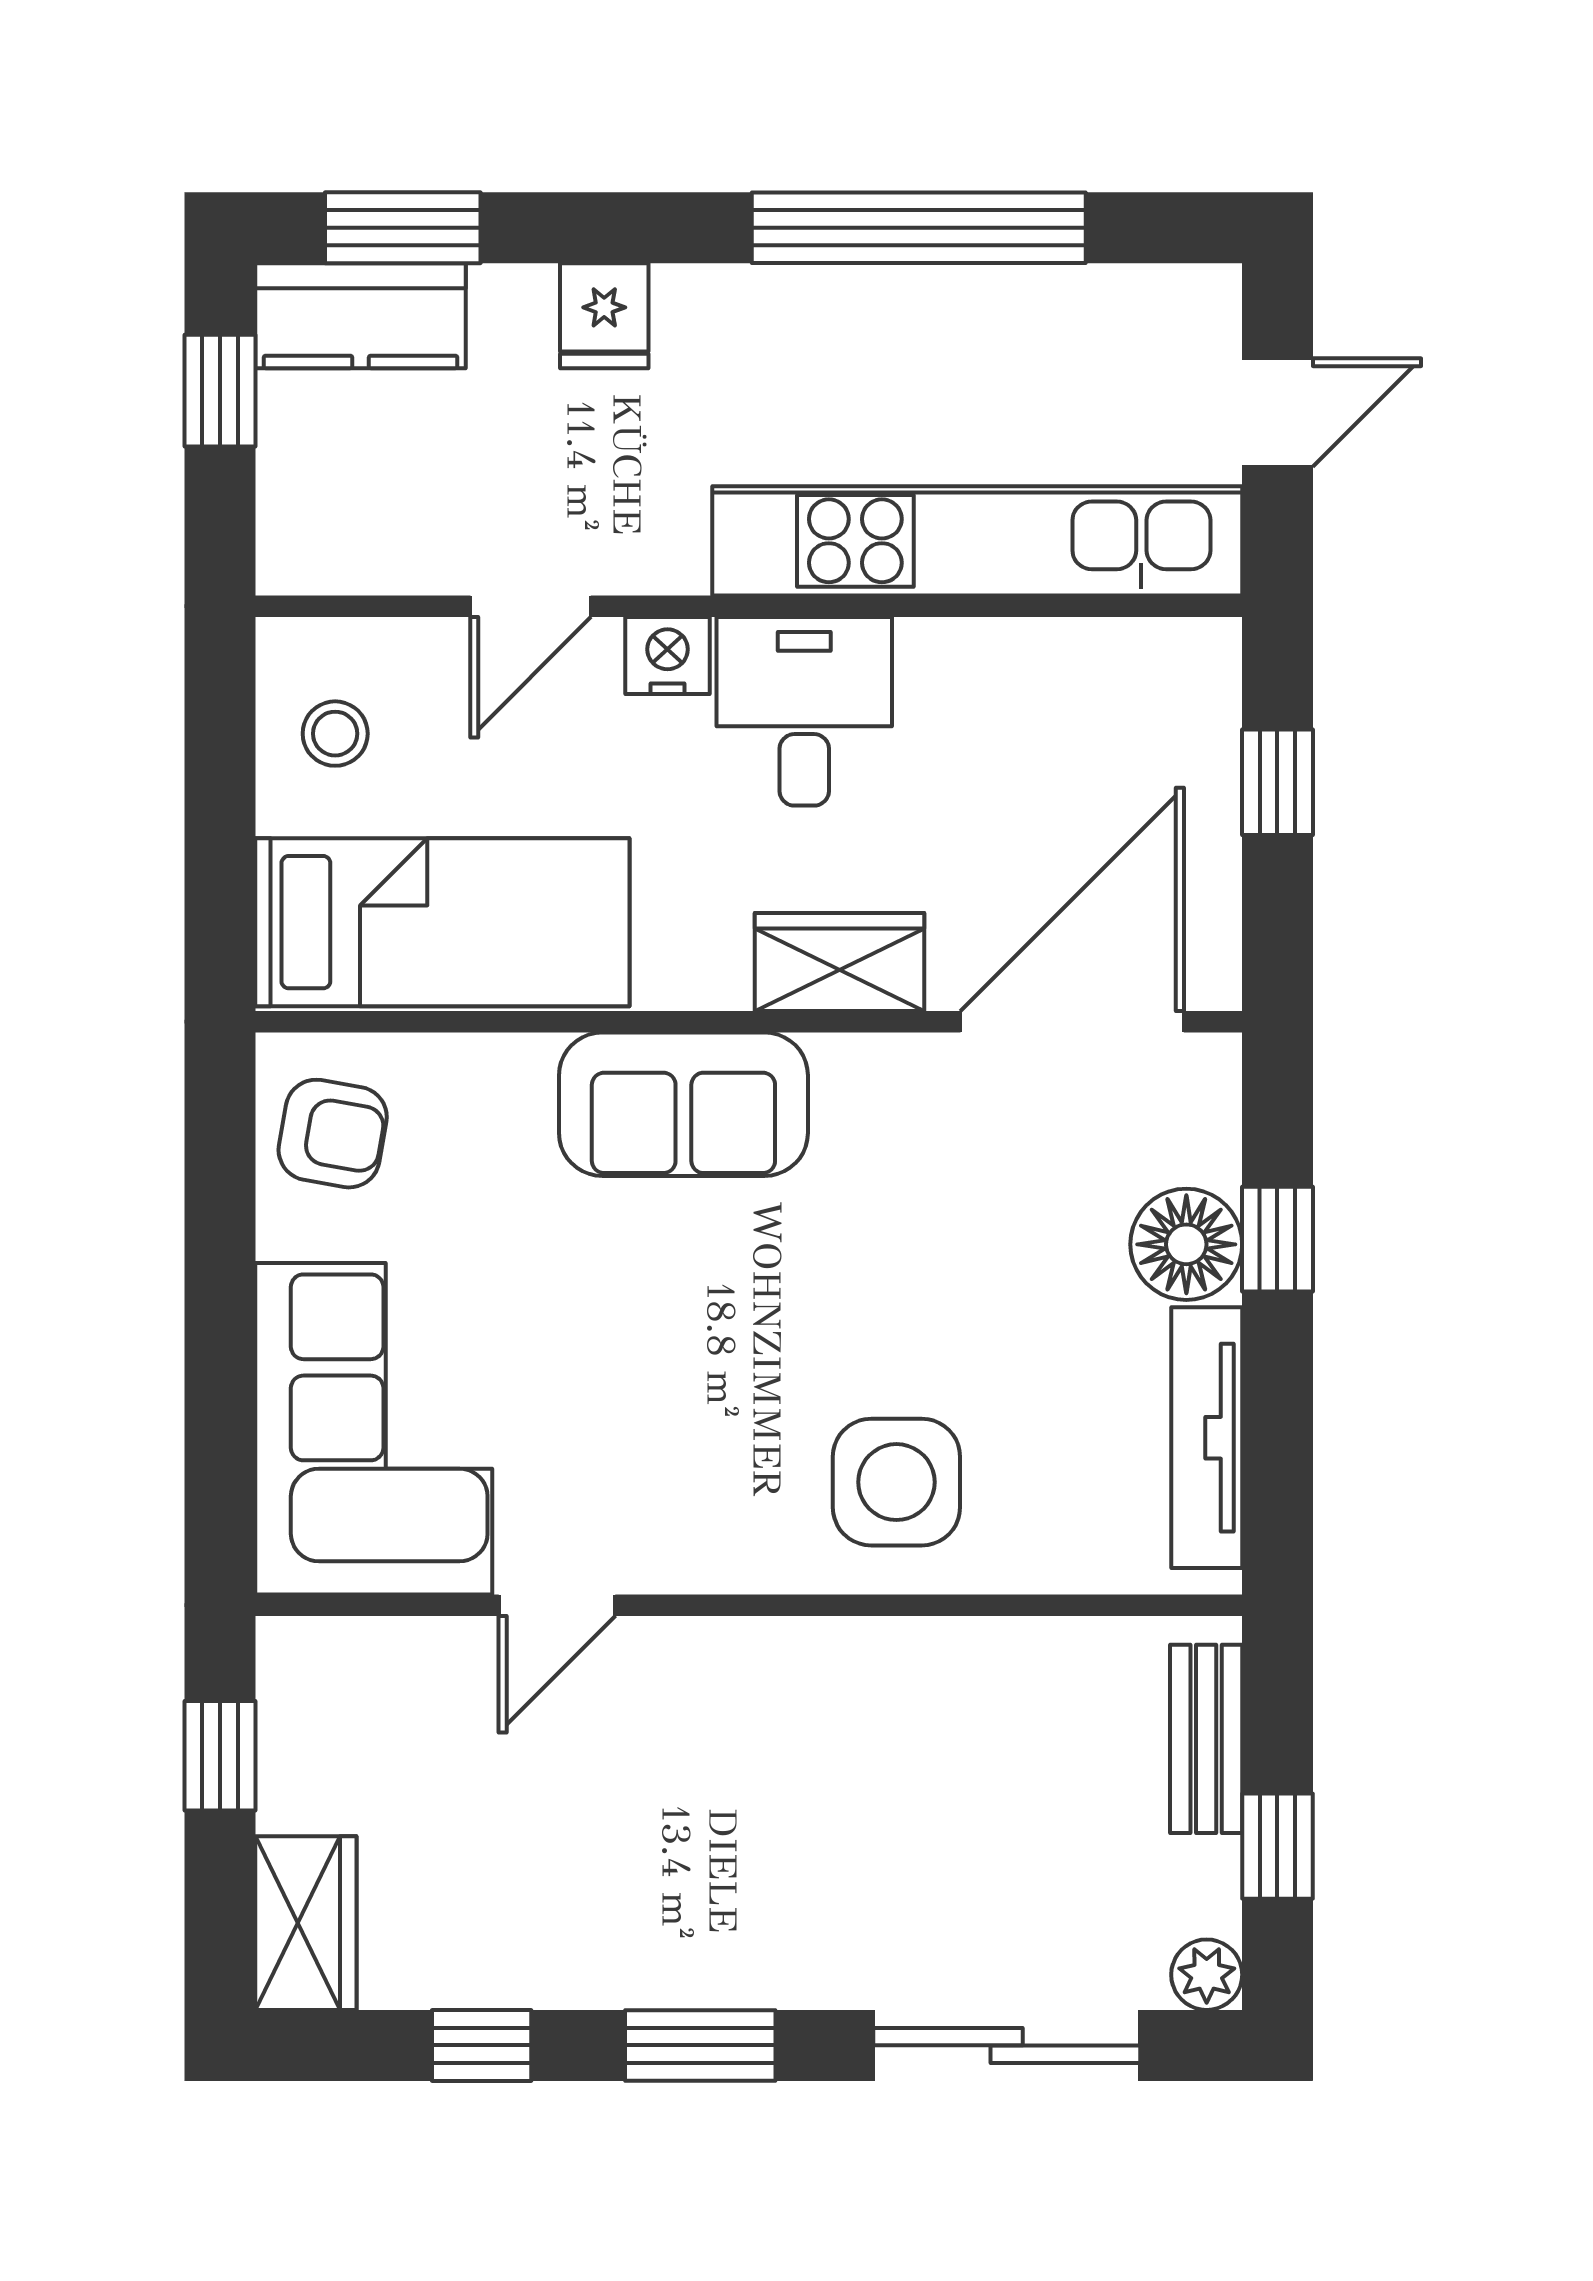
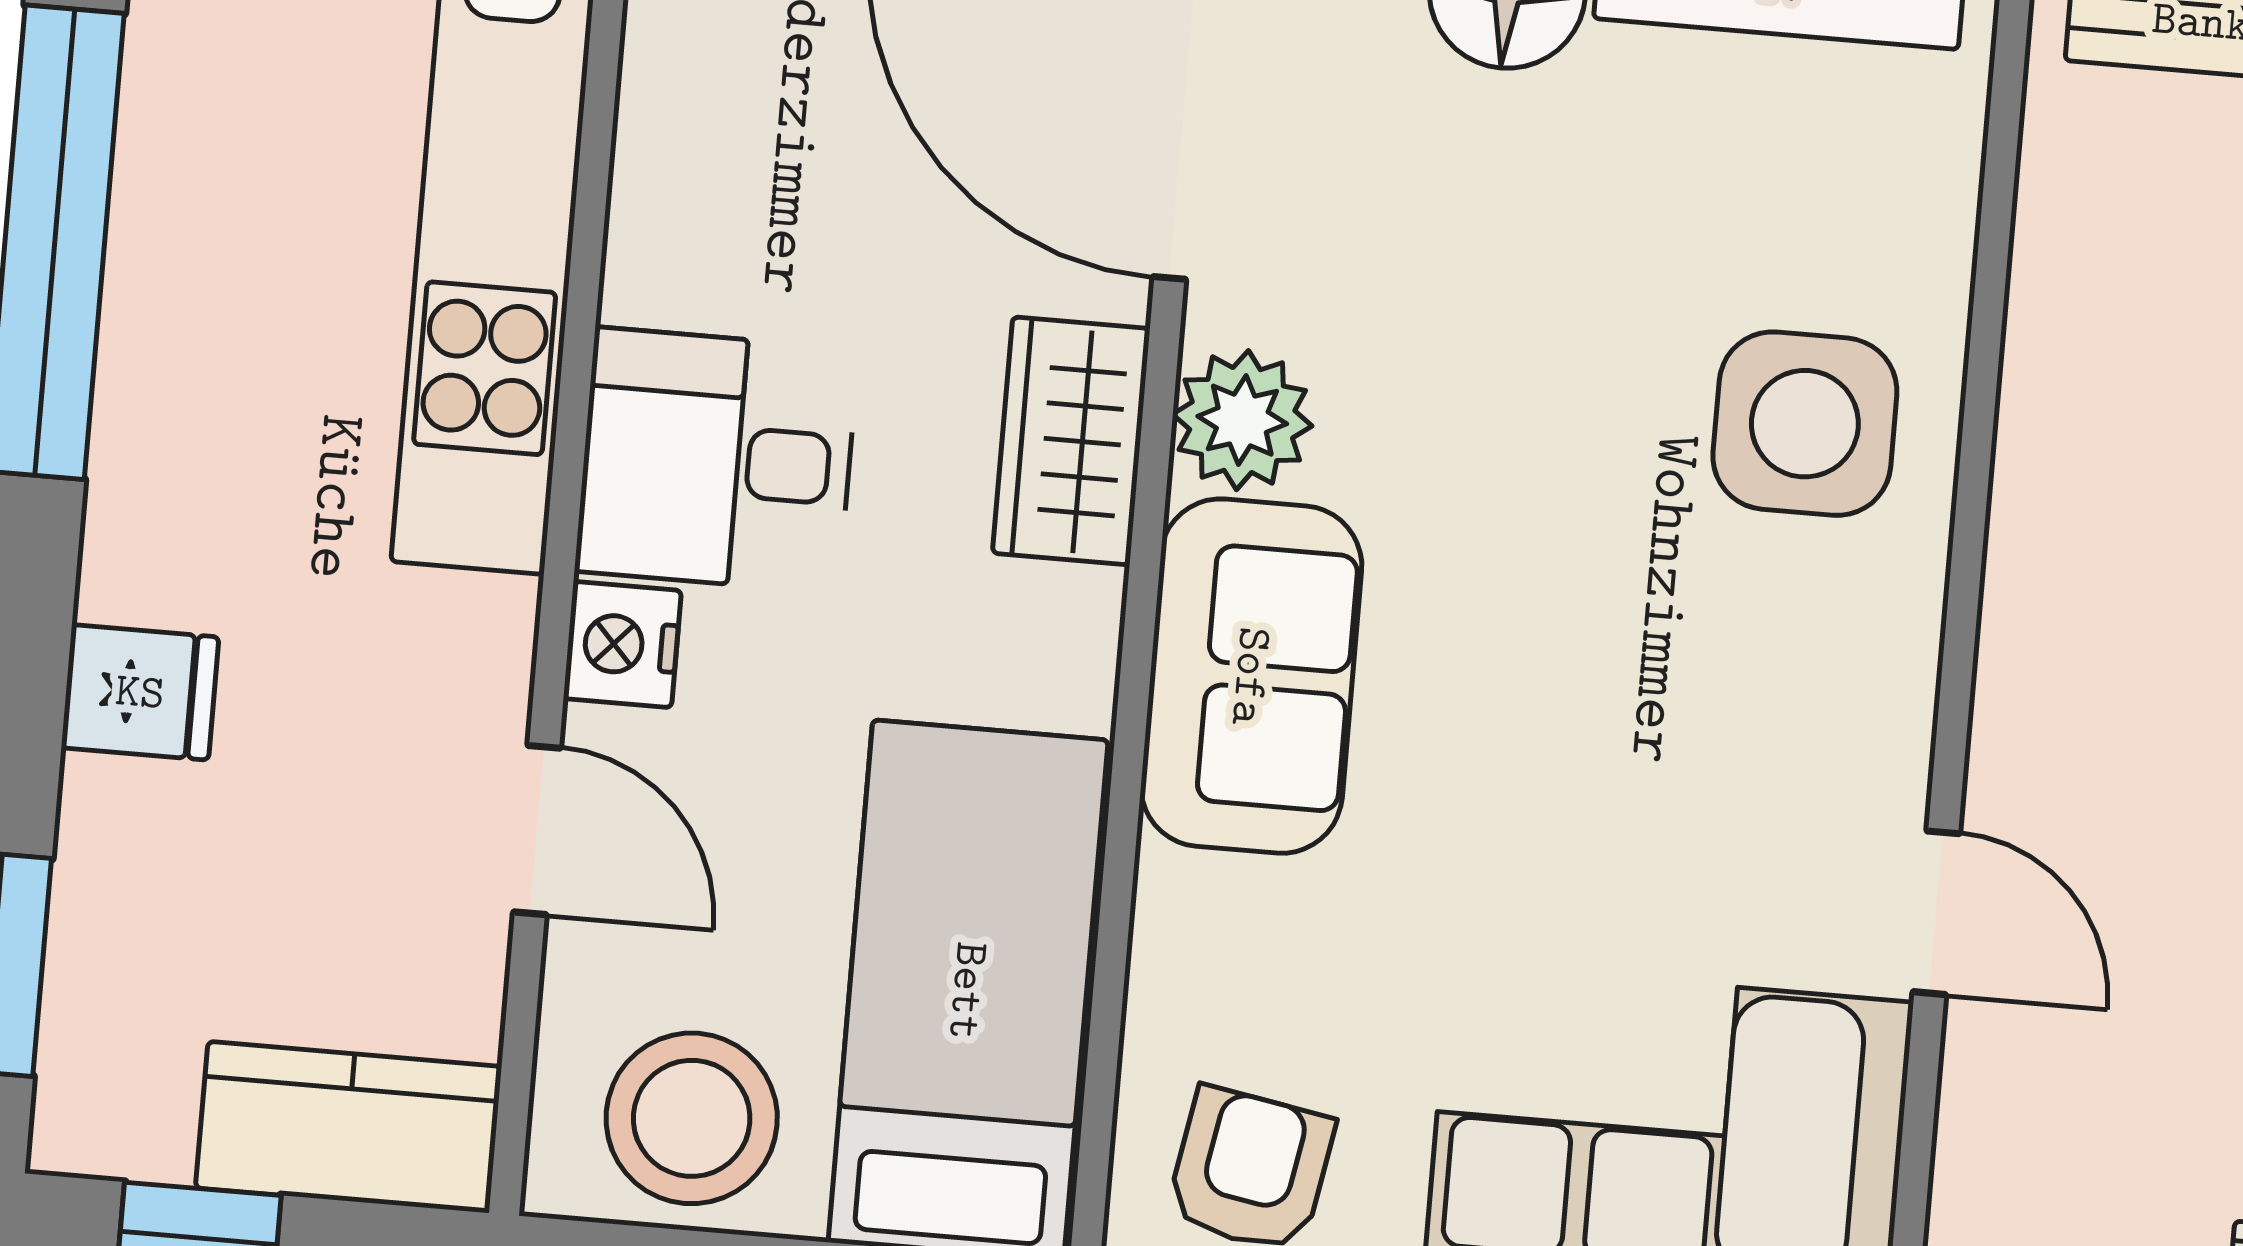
kitchen counter: (361, 316) -> (349, 1127), moved, turned -90
stool: (335, 734) -> (692, 1118), width x1.89, depth x1.89
plant: (865, 1082) -> (1242, 420), added

